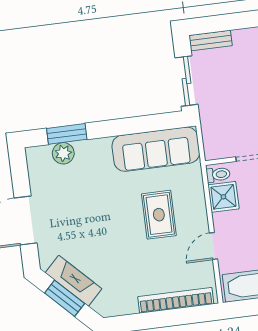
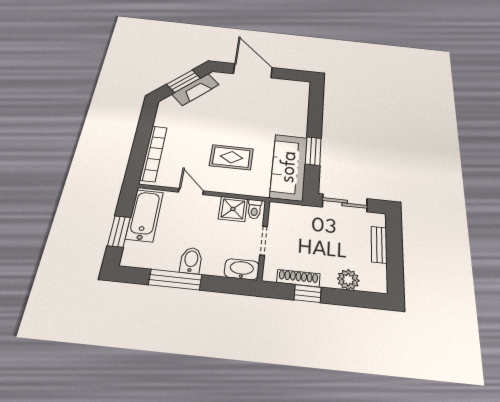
bench: (211, 41) -> (379, 245), moved
window: (67, 134) -> (313, 151), moved
plant: (63, 153) -> (300, 104), removed

